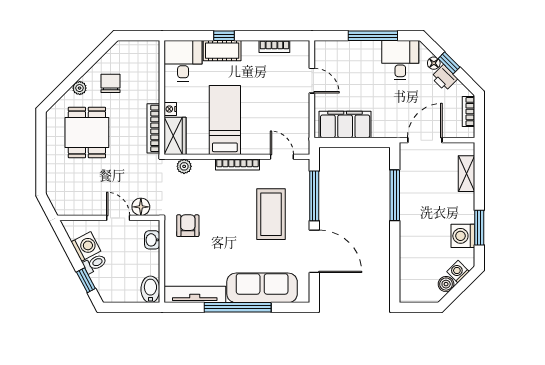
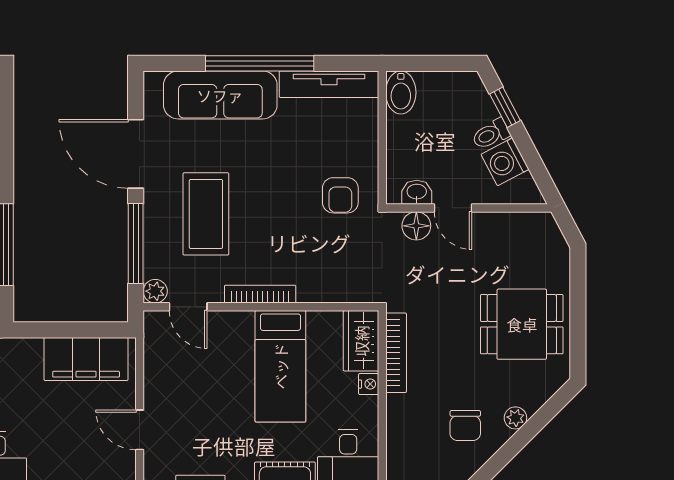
dining table: (87, 132) -> (522, 324), moved, turned 90
plant: (184, 166) -> (155, 291), moved
washbasin: (152, 240) -> (417, 192), moved, turned -90

